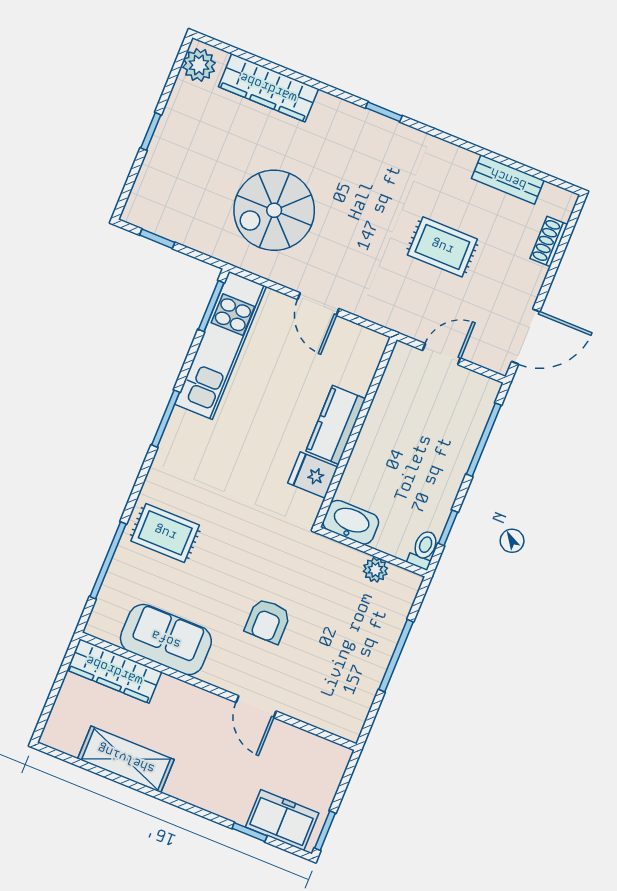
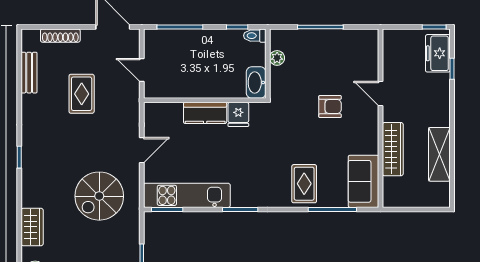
wardrobe: (268, 88) -> (32, 227), width x0.67
spiral stairs: (274, 210) -> (99, 196), turned 90
shoe rack: (549, 242) -> (60, 36), width x1.43
sofa: (166, 640) -> (363, 181), moved
wardrobe: (114, 671) -> (393, 149), moved
door: (256, 707) -> (381, 94), swing flipped

